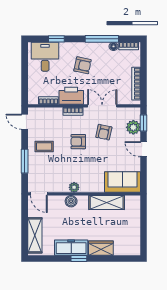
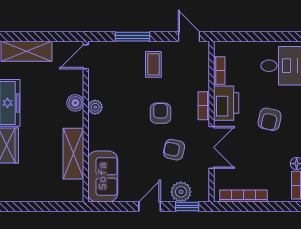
door: (25, 122) -> (189, 37), hinge flipped

